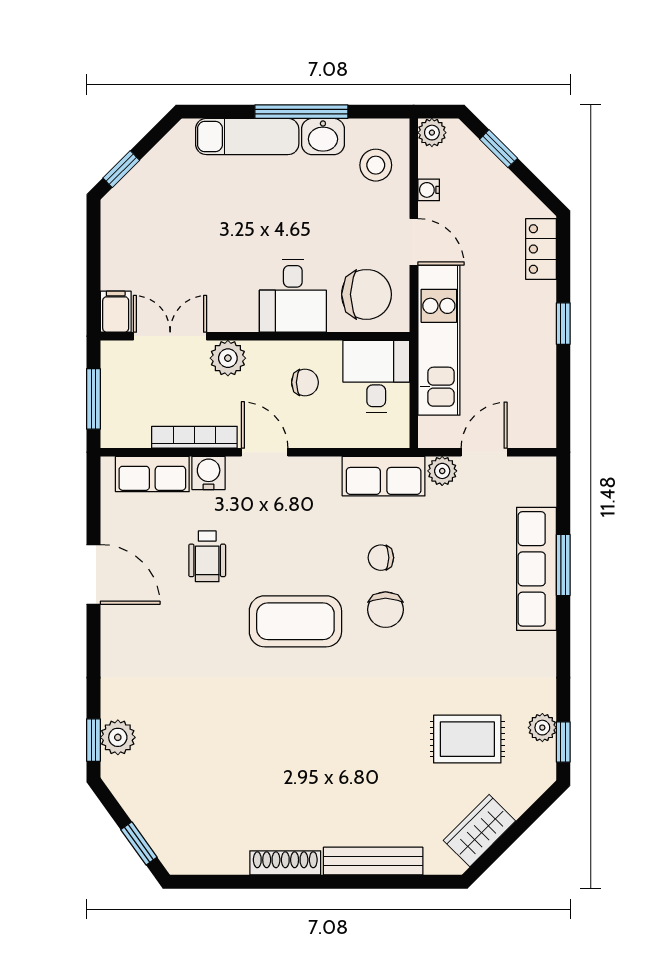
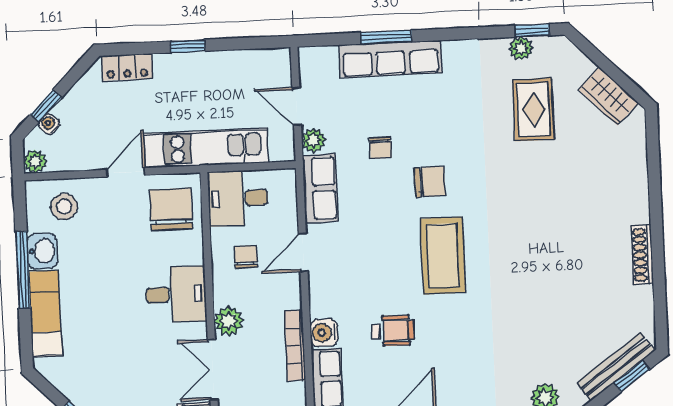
water cooler: (429, 190) -> (49, 124), moved, turned 135
desk: (293, 296) -> (176, 294), moved
door: (265, 452) -> (303, 252), moved
chair: (381, 558) -> (381, 148), moved
bench: (373, 861) -> (616, 367), moved, turned 54

